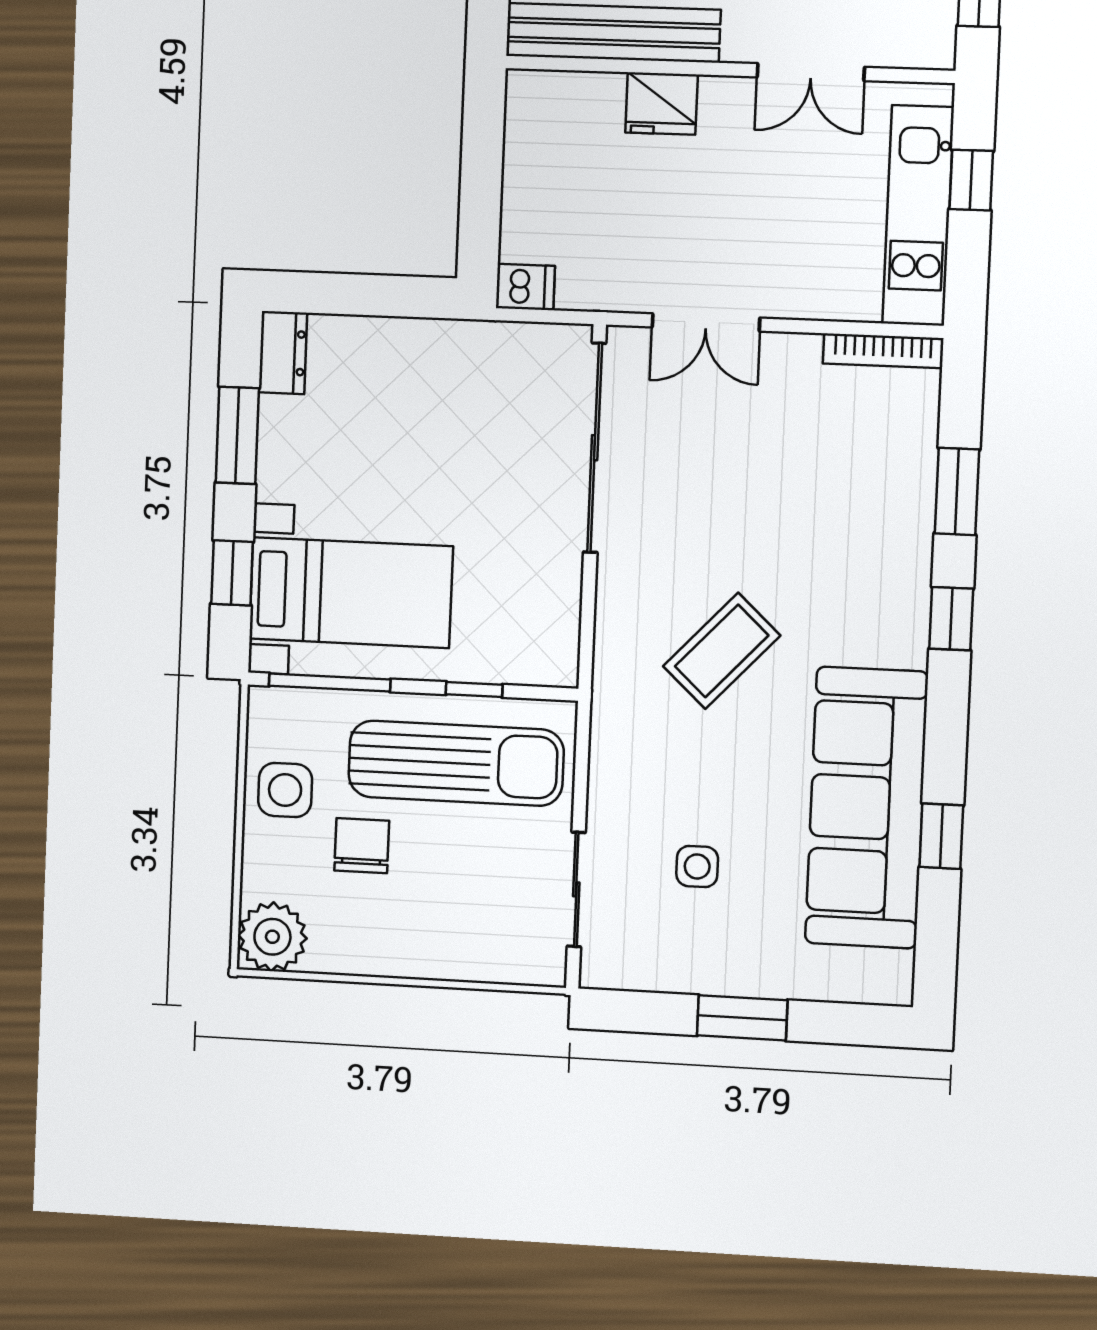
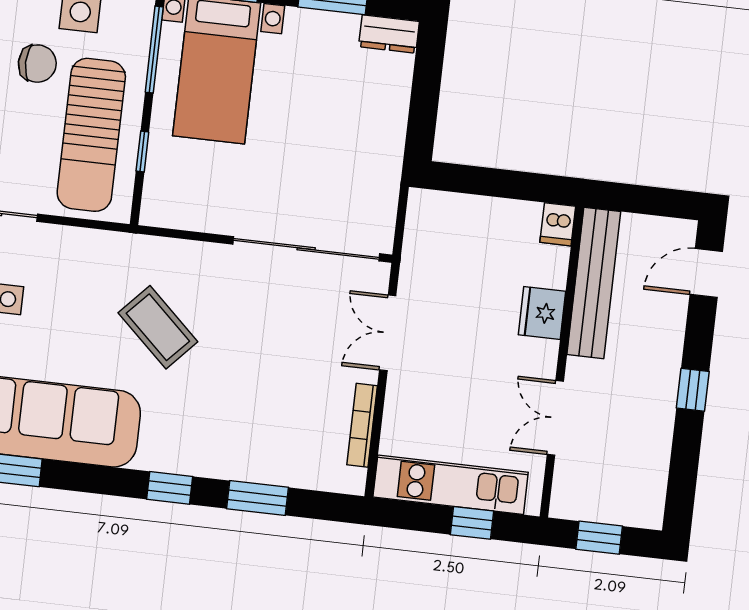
dishwasher: (525, 287) -> (558, 224), moved
bookcase: (883, 351) -> (362, 425), moved

